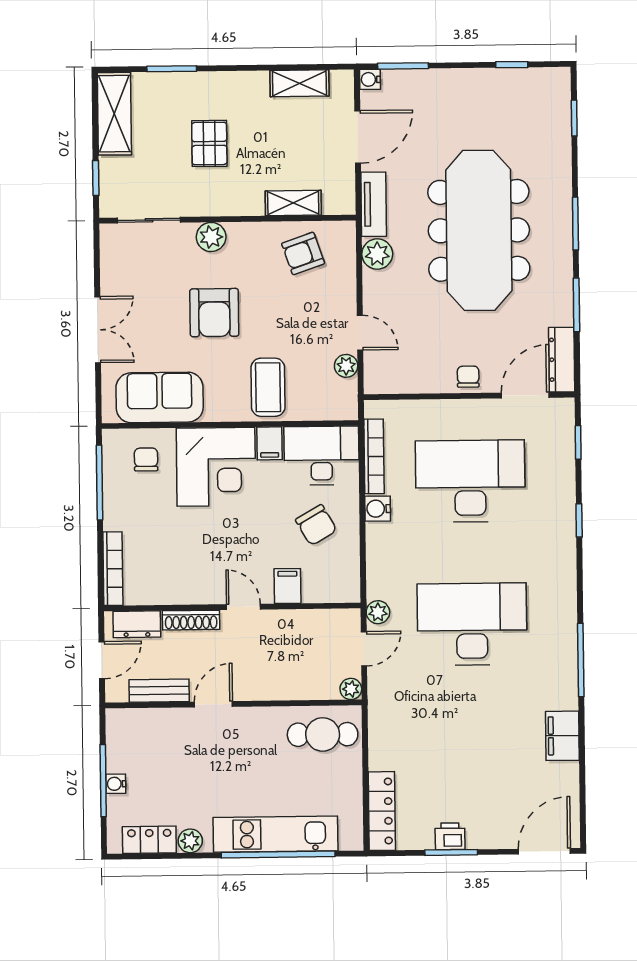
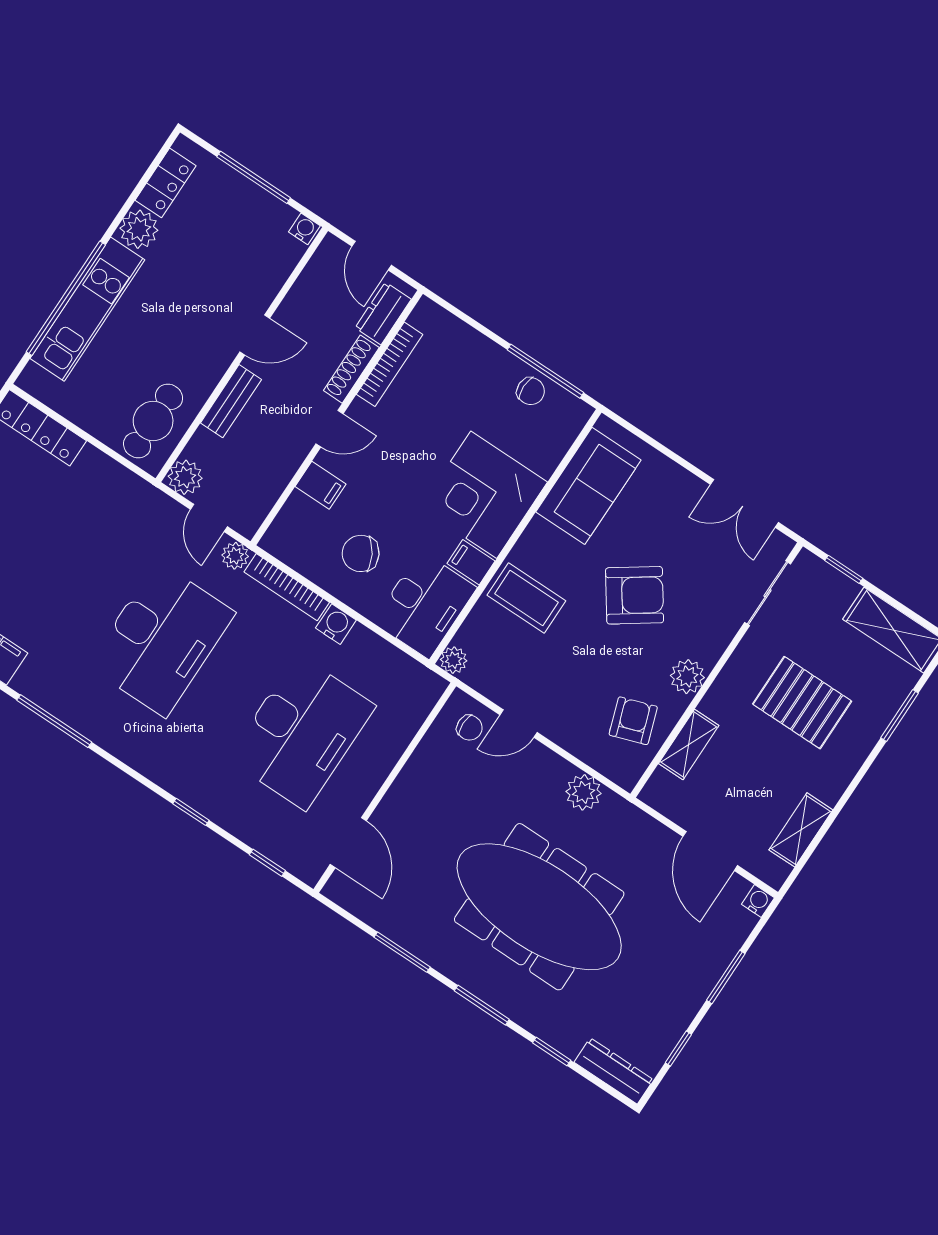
window: (403, 66) -> (726, 977), moved
window: (574, 118) -> (552, 1052), moved
pallet: (209, 143) -> (802, 703), width x1.50, depth x1.42
tv unit: (374, 204) -> (634, 822), removed
plant: (211, 237) -> (687, 677), moved
armchair: (214, 313) -> (635, 595), turned 145
double door: (98, 330) -> (744, 503), moved
dresser: (562, 360) -> (614, 1071), moved
plant: (346, 366) -> (454, 660), moved
chair: (468, 377) -> (470, 728), moved
bookcase: (374, 456) -> (287, 587), moved
chair: (146, 459) -> (531, 391), moved
bookcase: (113, 569) -> (390, 364), moved, turned -90
plant: (351, 689) -> (185, 477), width x1.38, depth x1.38
bench: (159, 691) -> (231, 401), moved
door: (213, 704) -> (255, 335), hinge flipped
water cooler: (116, 784) -> (304, 229), moved
plant: (190, 841) -> (139, 229), width x1.38, depth x1.38

